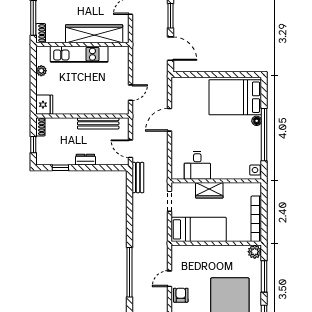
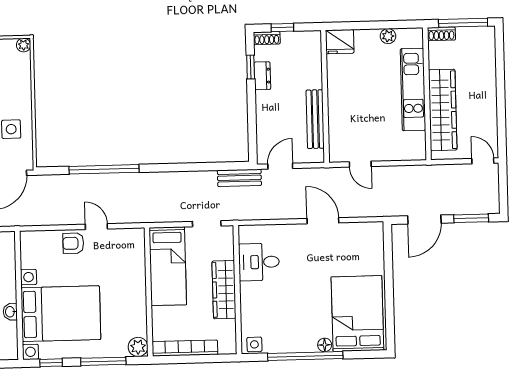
shoe rack: (40, 127) -> (267, 38), moved
dresser: (85, 160) -> (262, 76), moved
wardrobe: (209, 190) -> (224, 290), width x1.50
armchair: (181, 295) -> (73, 243), turned 180

